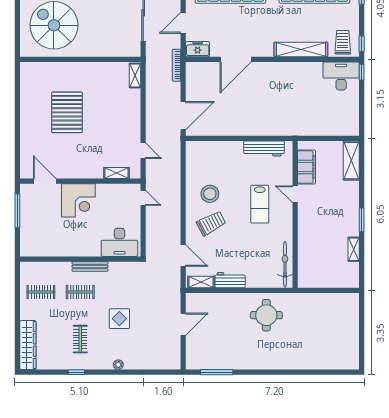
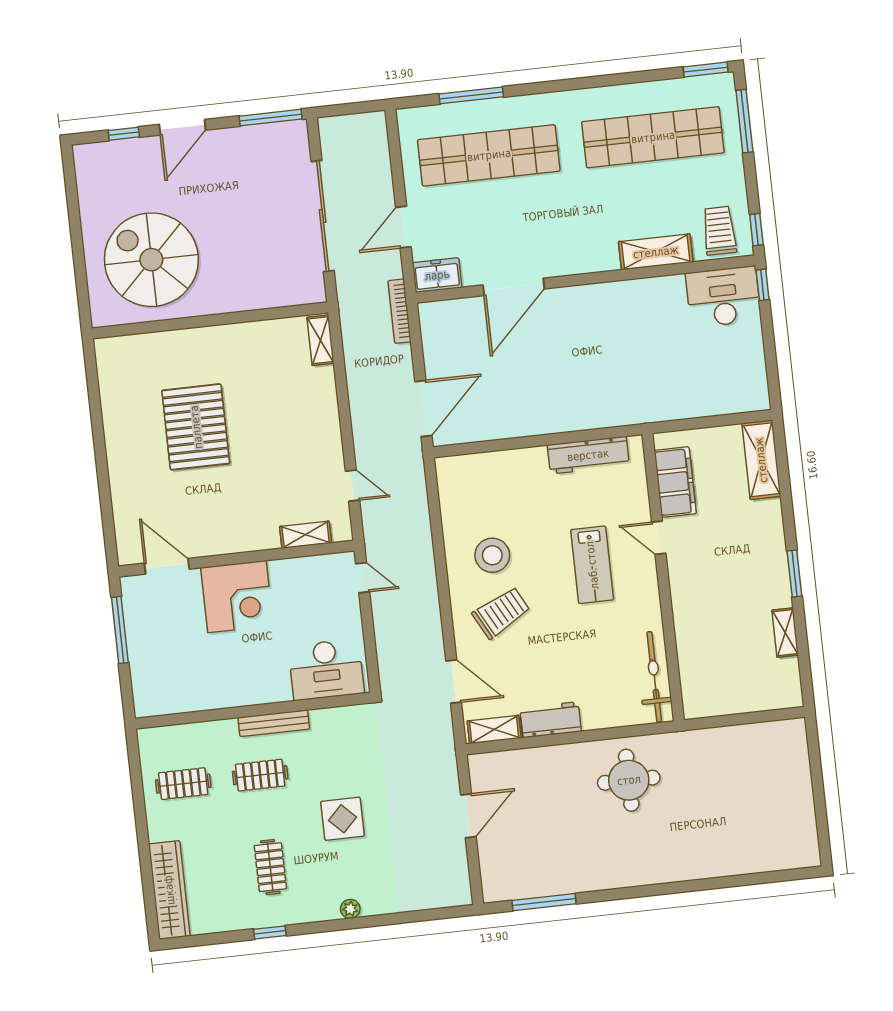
shelving: (301, 49) -> (656, 252), width x0.68

